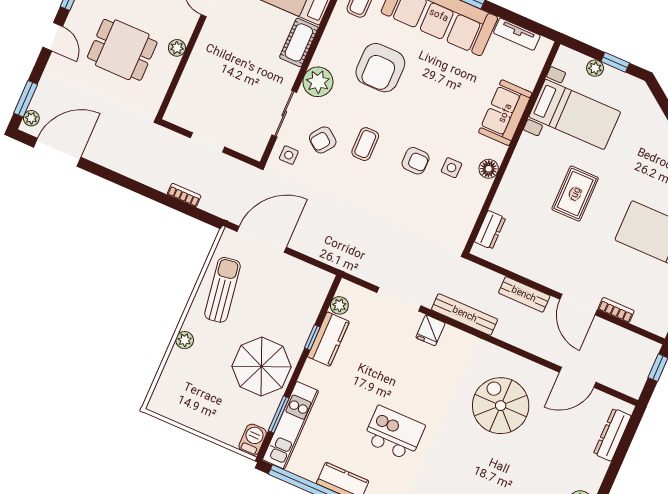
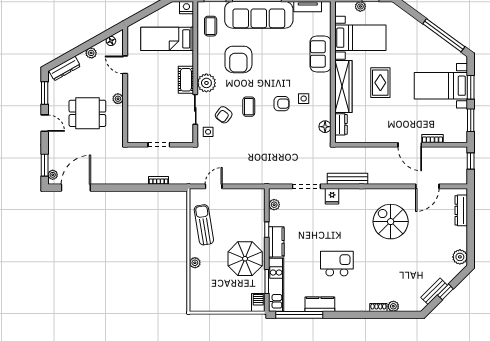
cot: (299, 42) -> (186, 80), moved
floor lamp: (489, 169) -> (325, 127), moved
wardrobe: (518, 175) -> (343, 86), added
door: (262, 239) -> (214, 186), width x0.53
bench: (524, 294) -> (376, 153), removed
kitchen counter: (328, 339) -> (276, 242), moved

